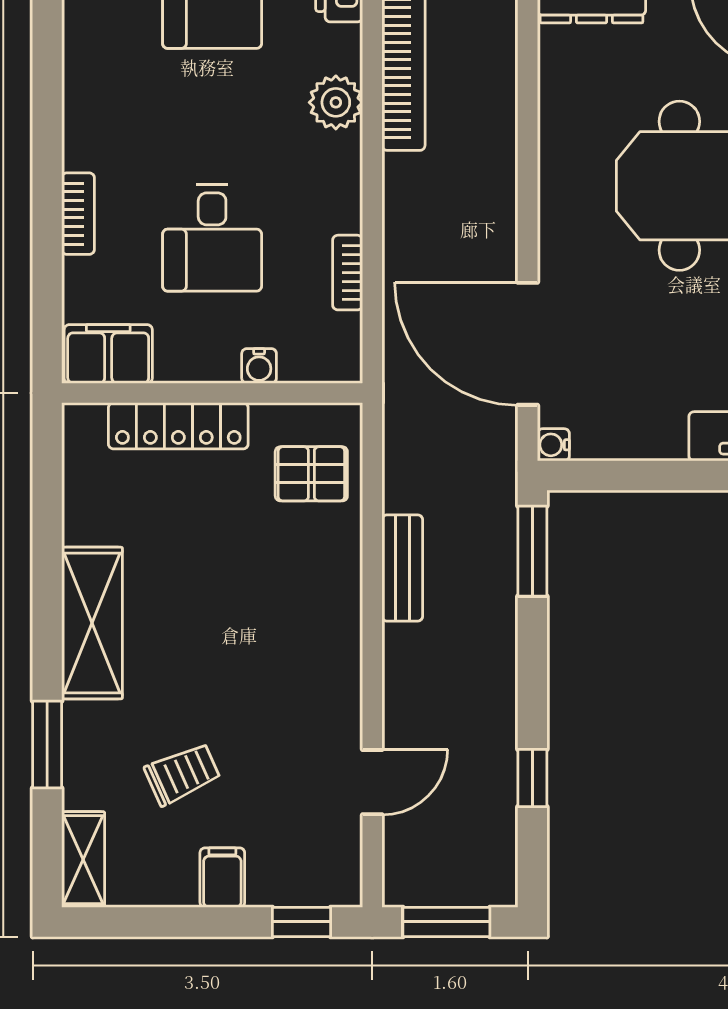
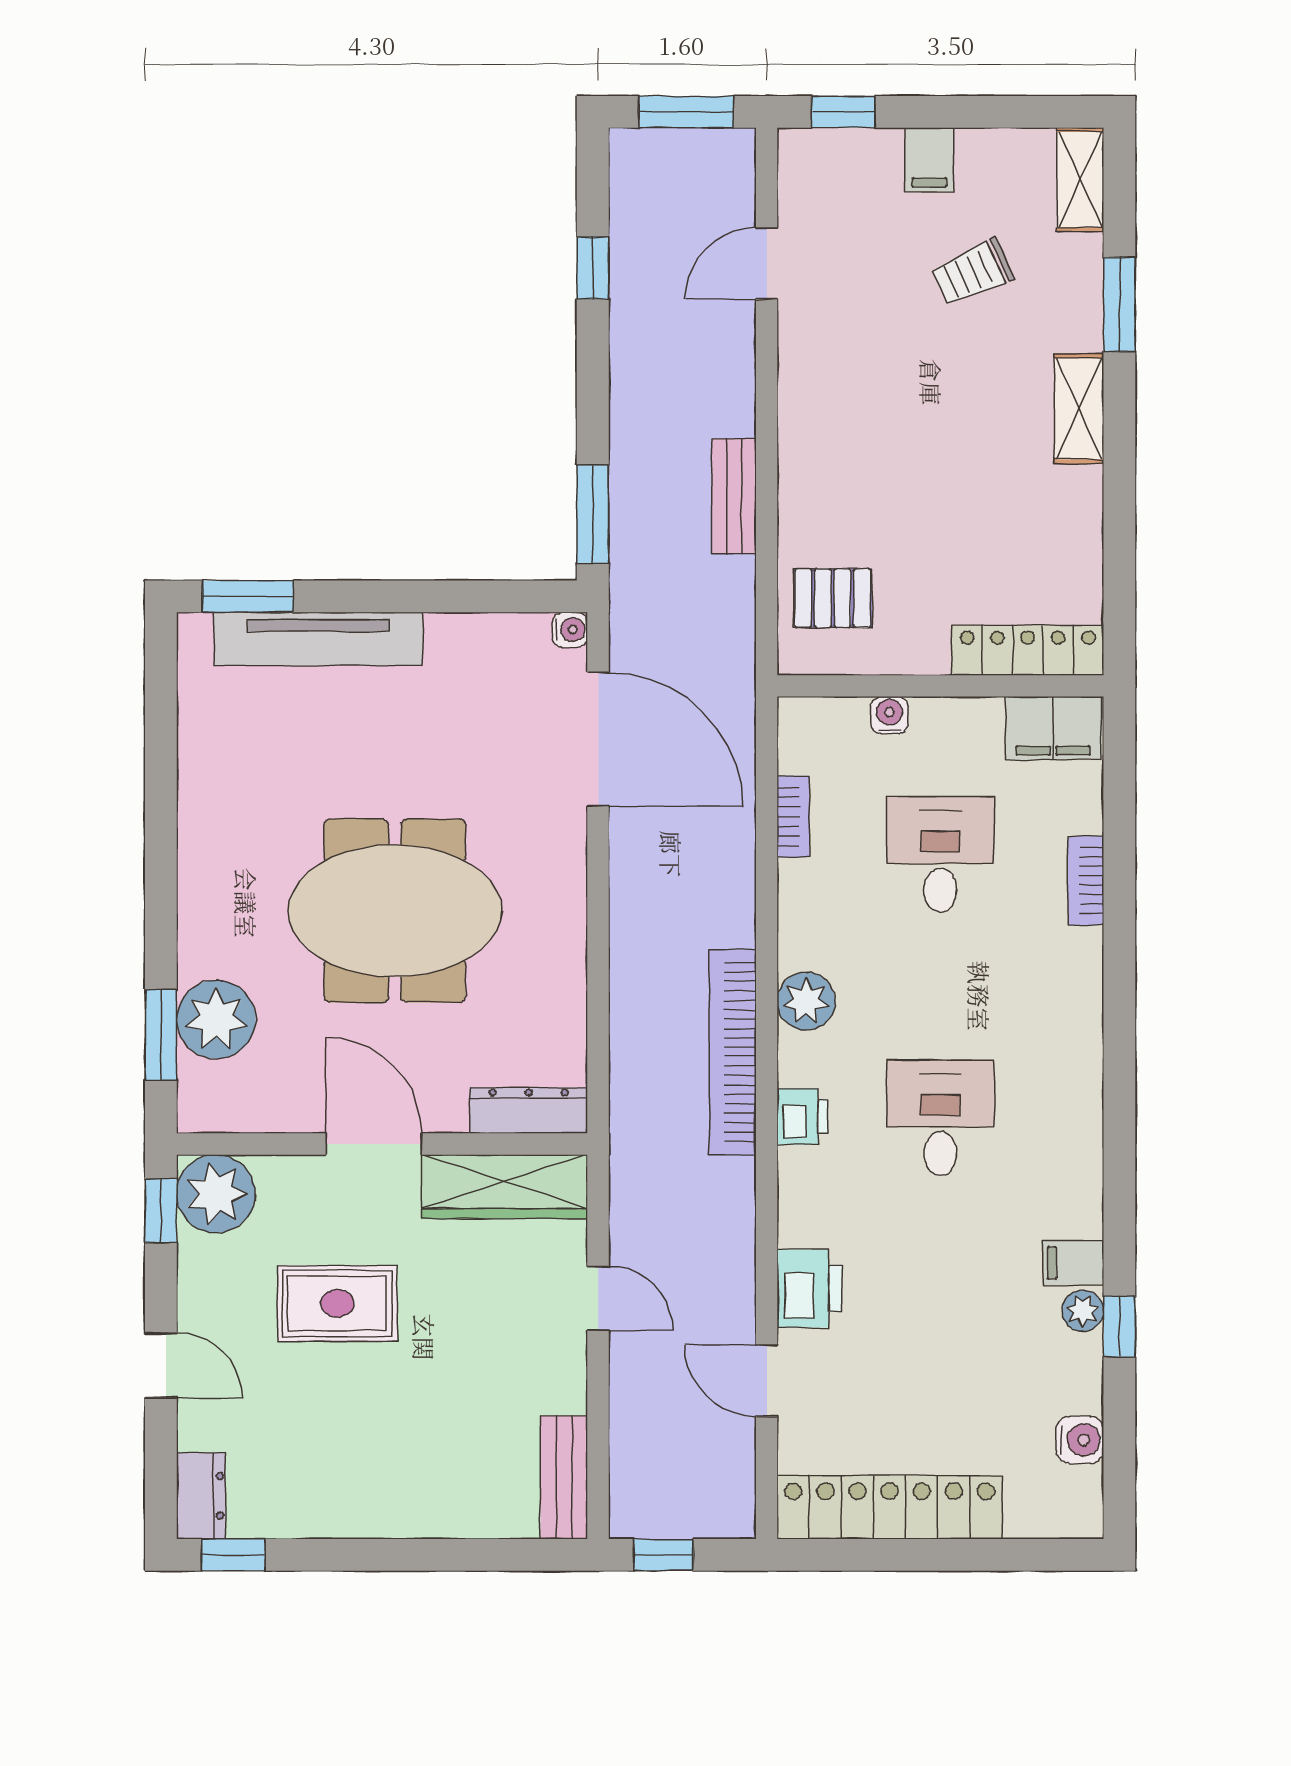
locker: (178, 426) -> (1028, 650), moved
shelving: (92, 623) -> (1079, 409), width x0.67, depth x0.75

